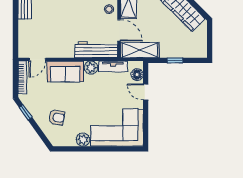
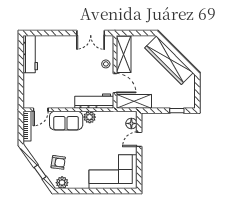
window: (175, 60) -> (177, 111), moved
tv unit: (113, 66) -> (110, 116), removed
door: (146, 92) -> (139, 139), hinge flipped
window: (26, 112) -> (40, 172), moved
plant: (83, 140) -> (62, 183), moved

